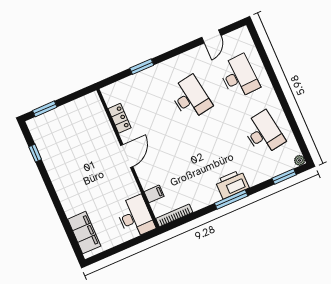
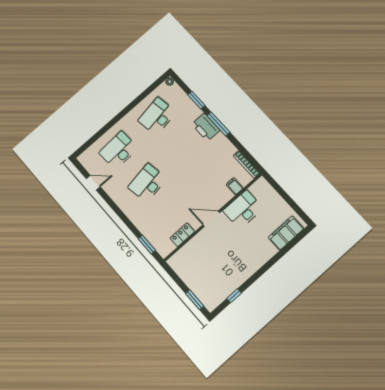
window: (142, 67) -> (147, 244), moved
window: (284, 176) -> (196, 100), moved
desk: (135, 217) -> (243, 209), moved

